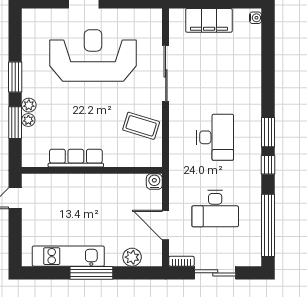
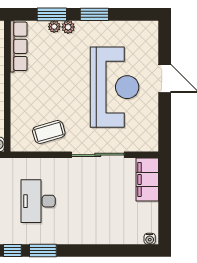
filing cabinet: (209, 20) -> (147, 179), moved
coffee table: (141, 126) -> (49, 132), turned 57
desk: (215, 137) -> (38, 201), turned 90
row of seats: (76, 158) -> (19, 46), moved

